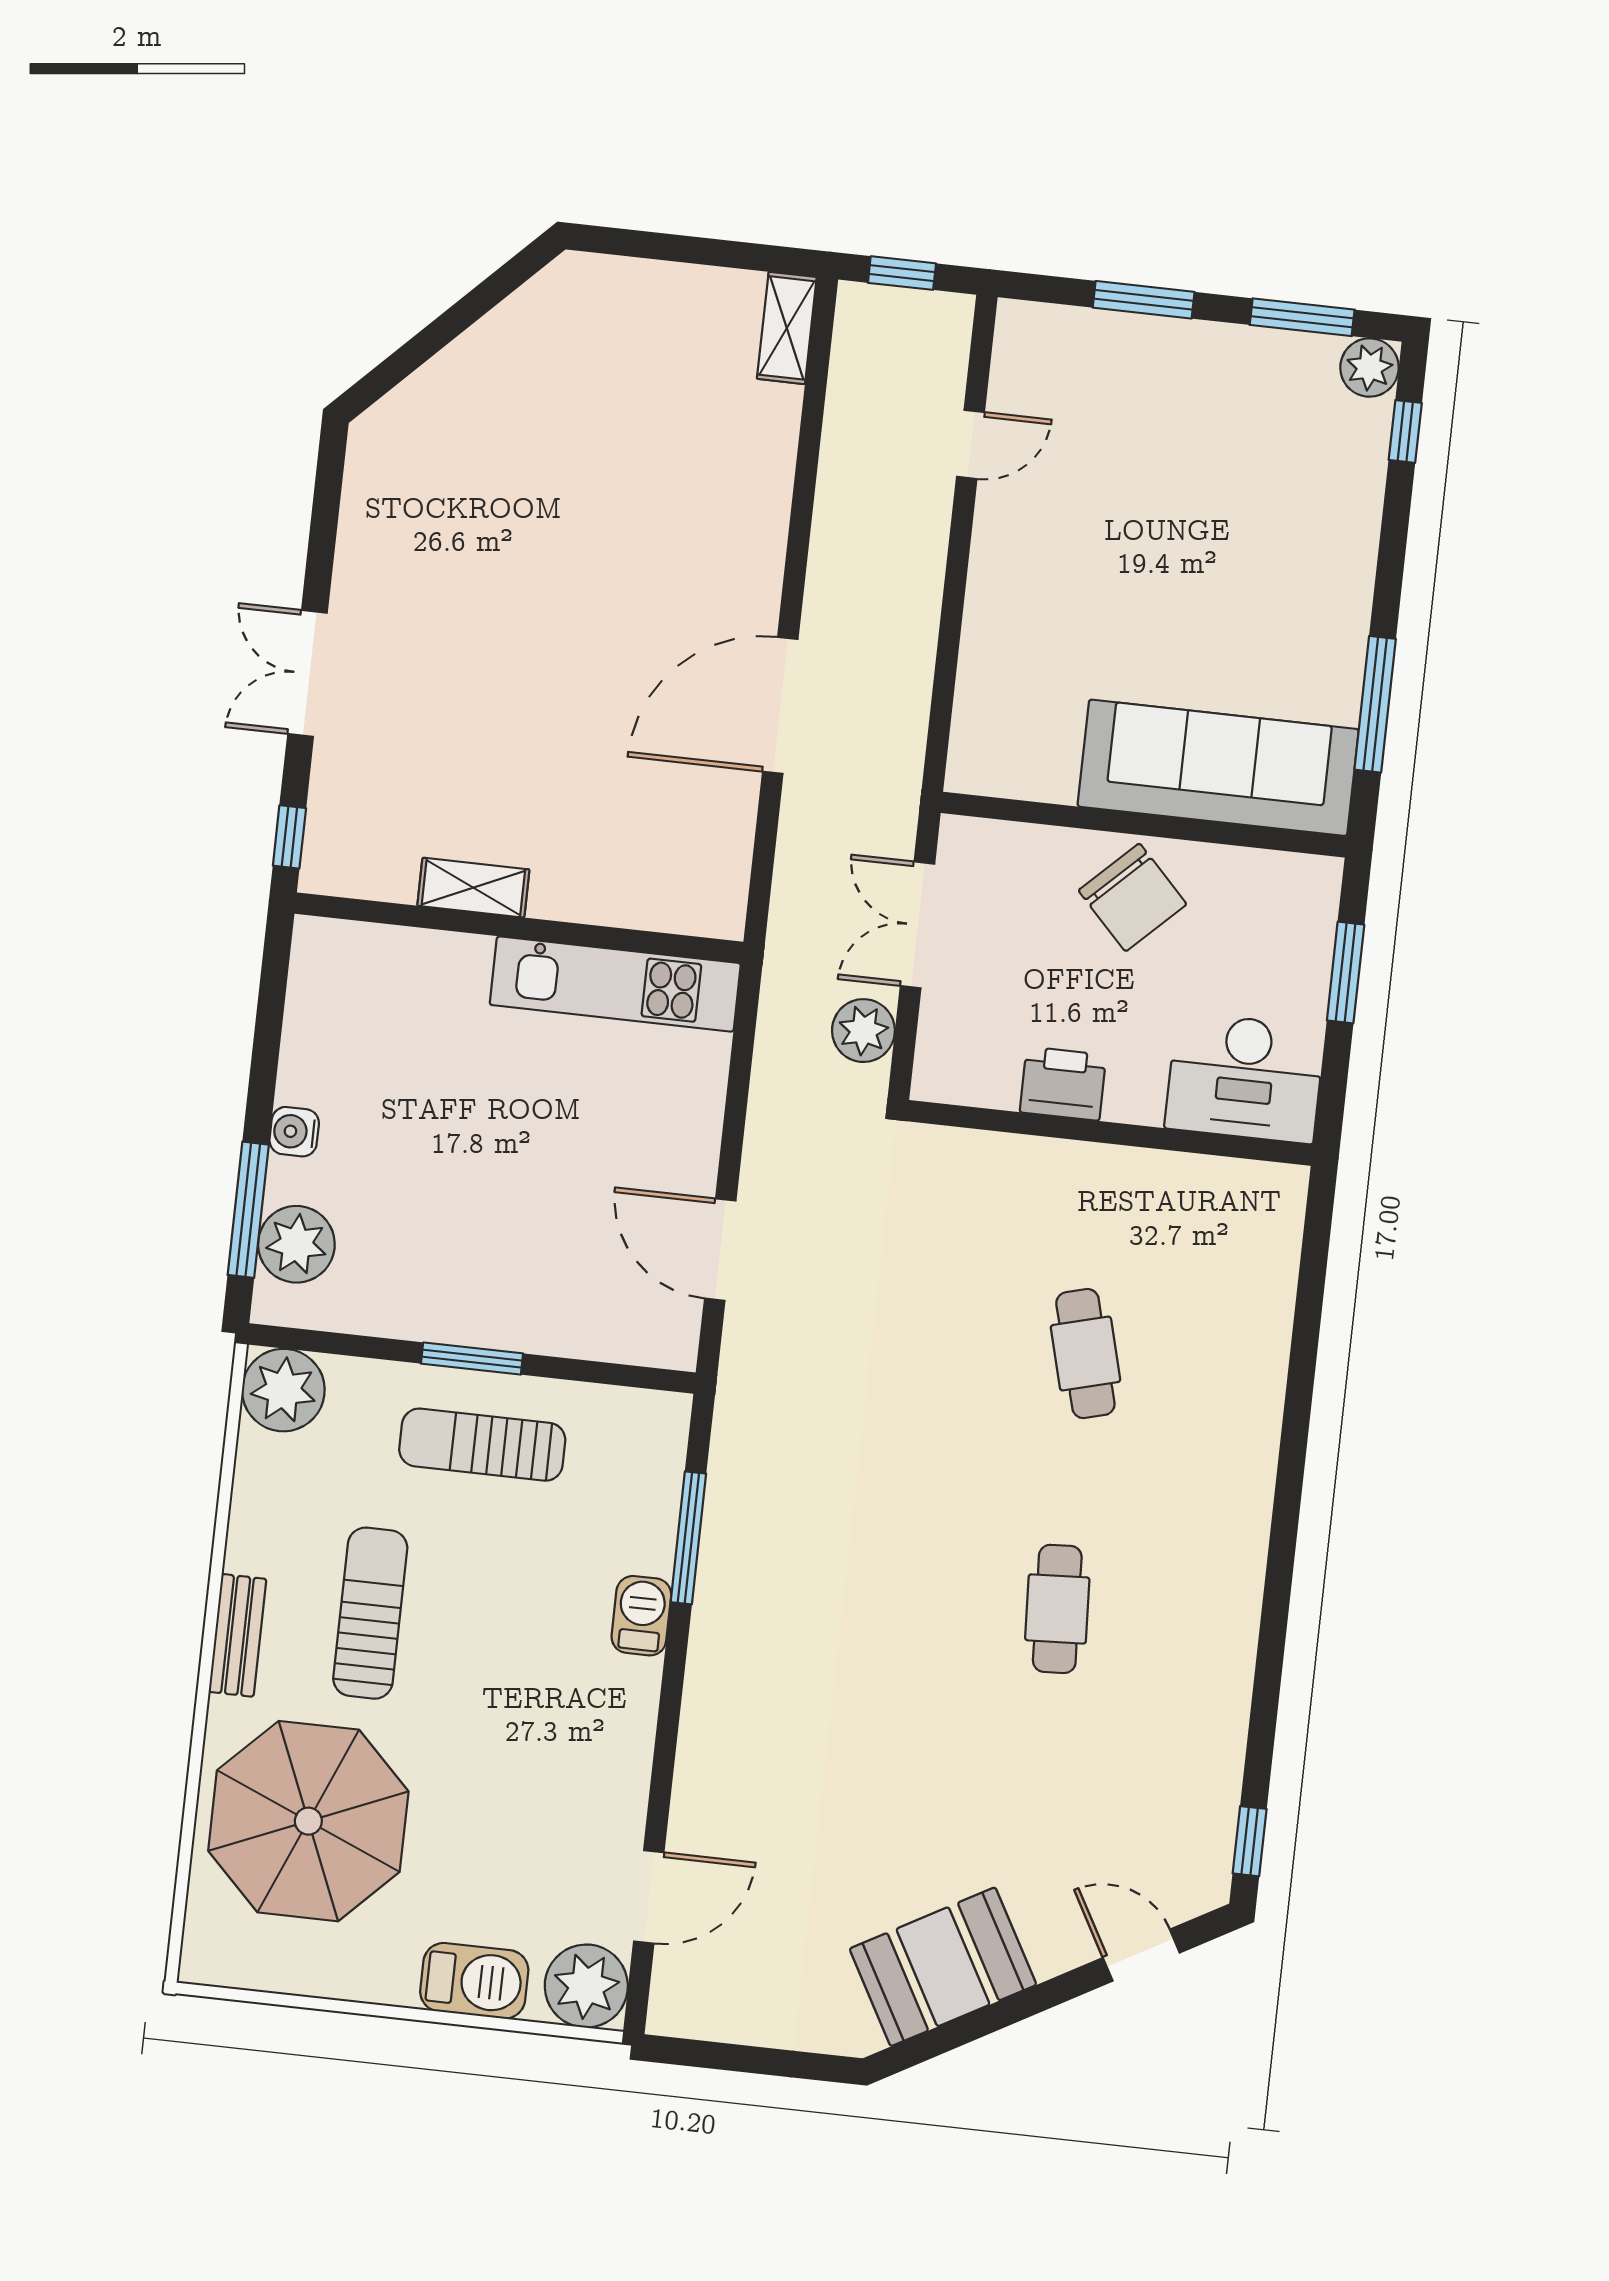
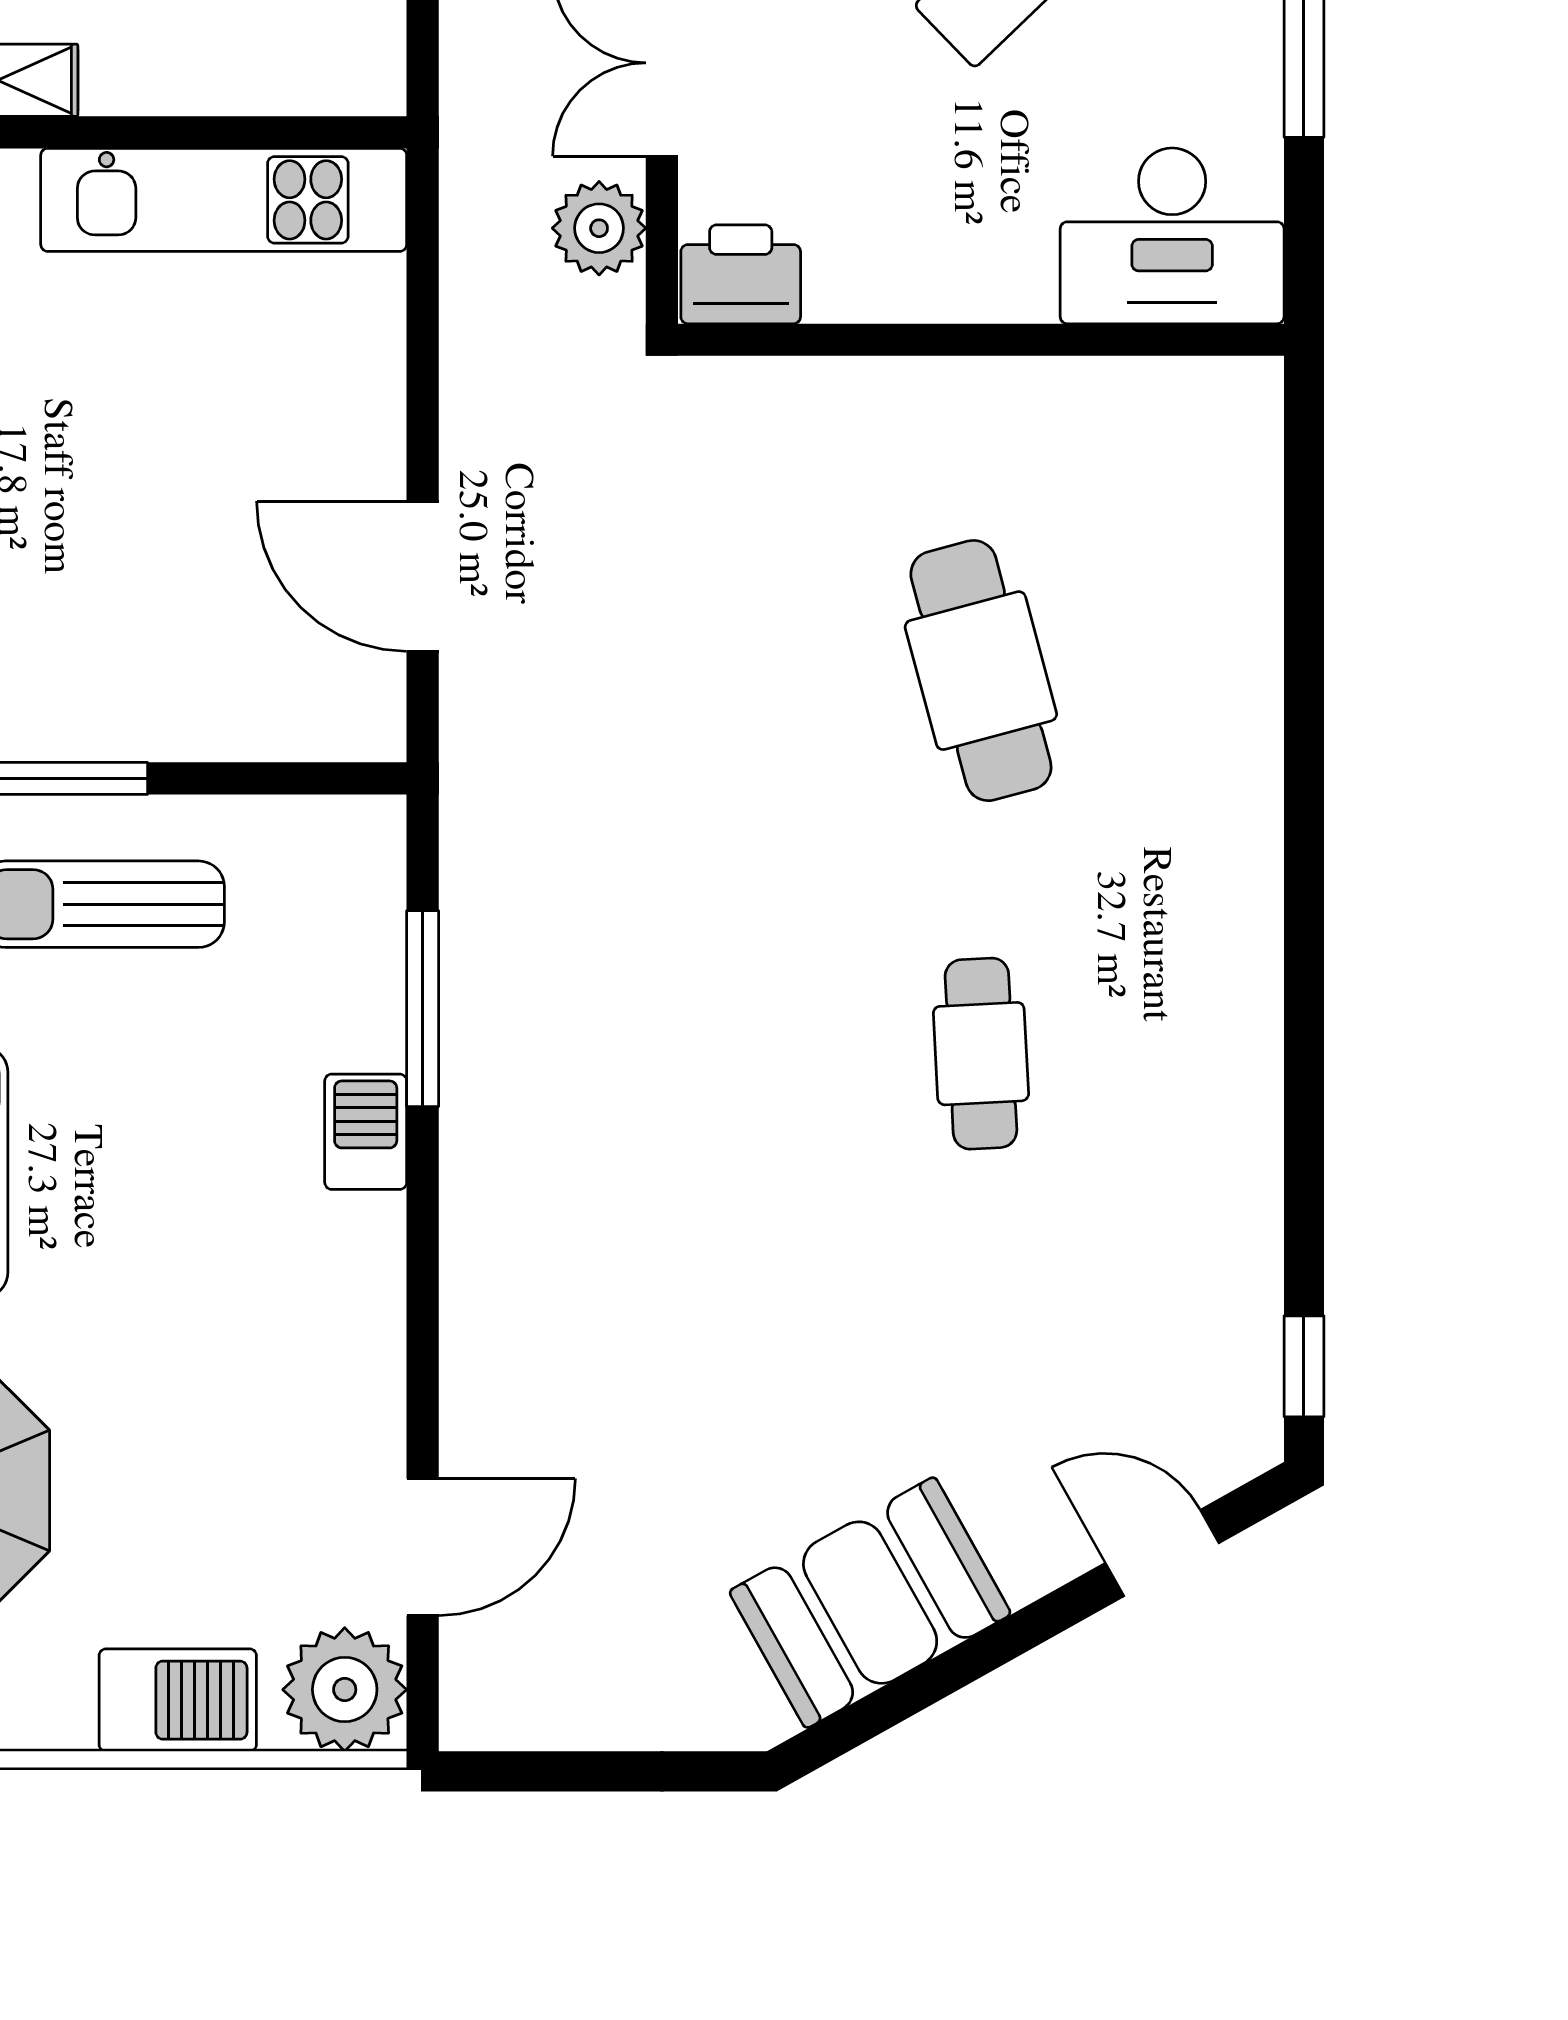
printer: (1063, 1084) -> (741, 274), moved
cafe table: (1085, 1354) -> (981, 671), width x1.37, depth x1.35

